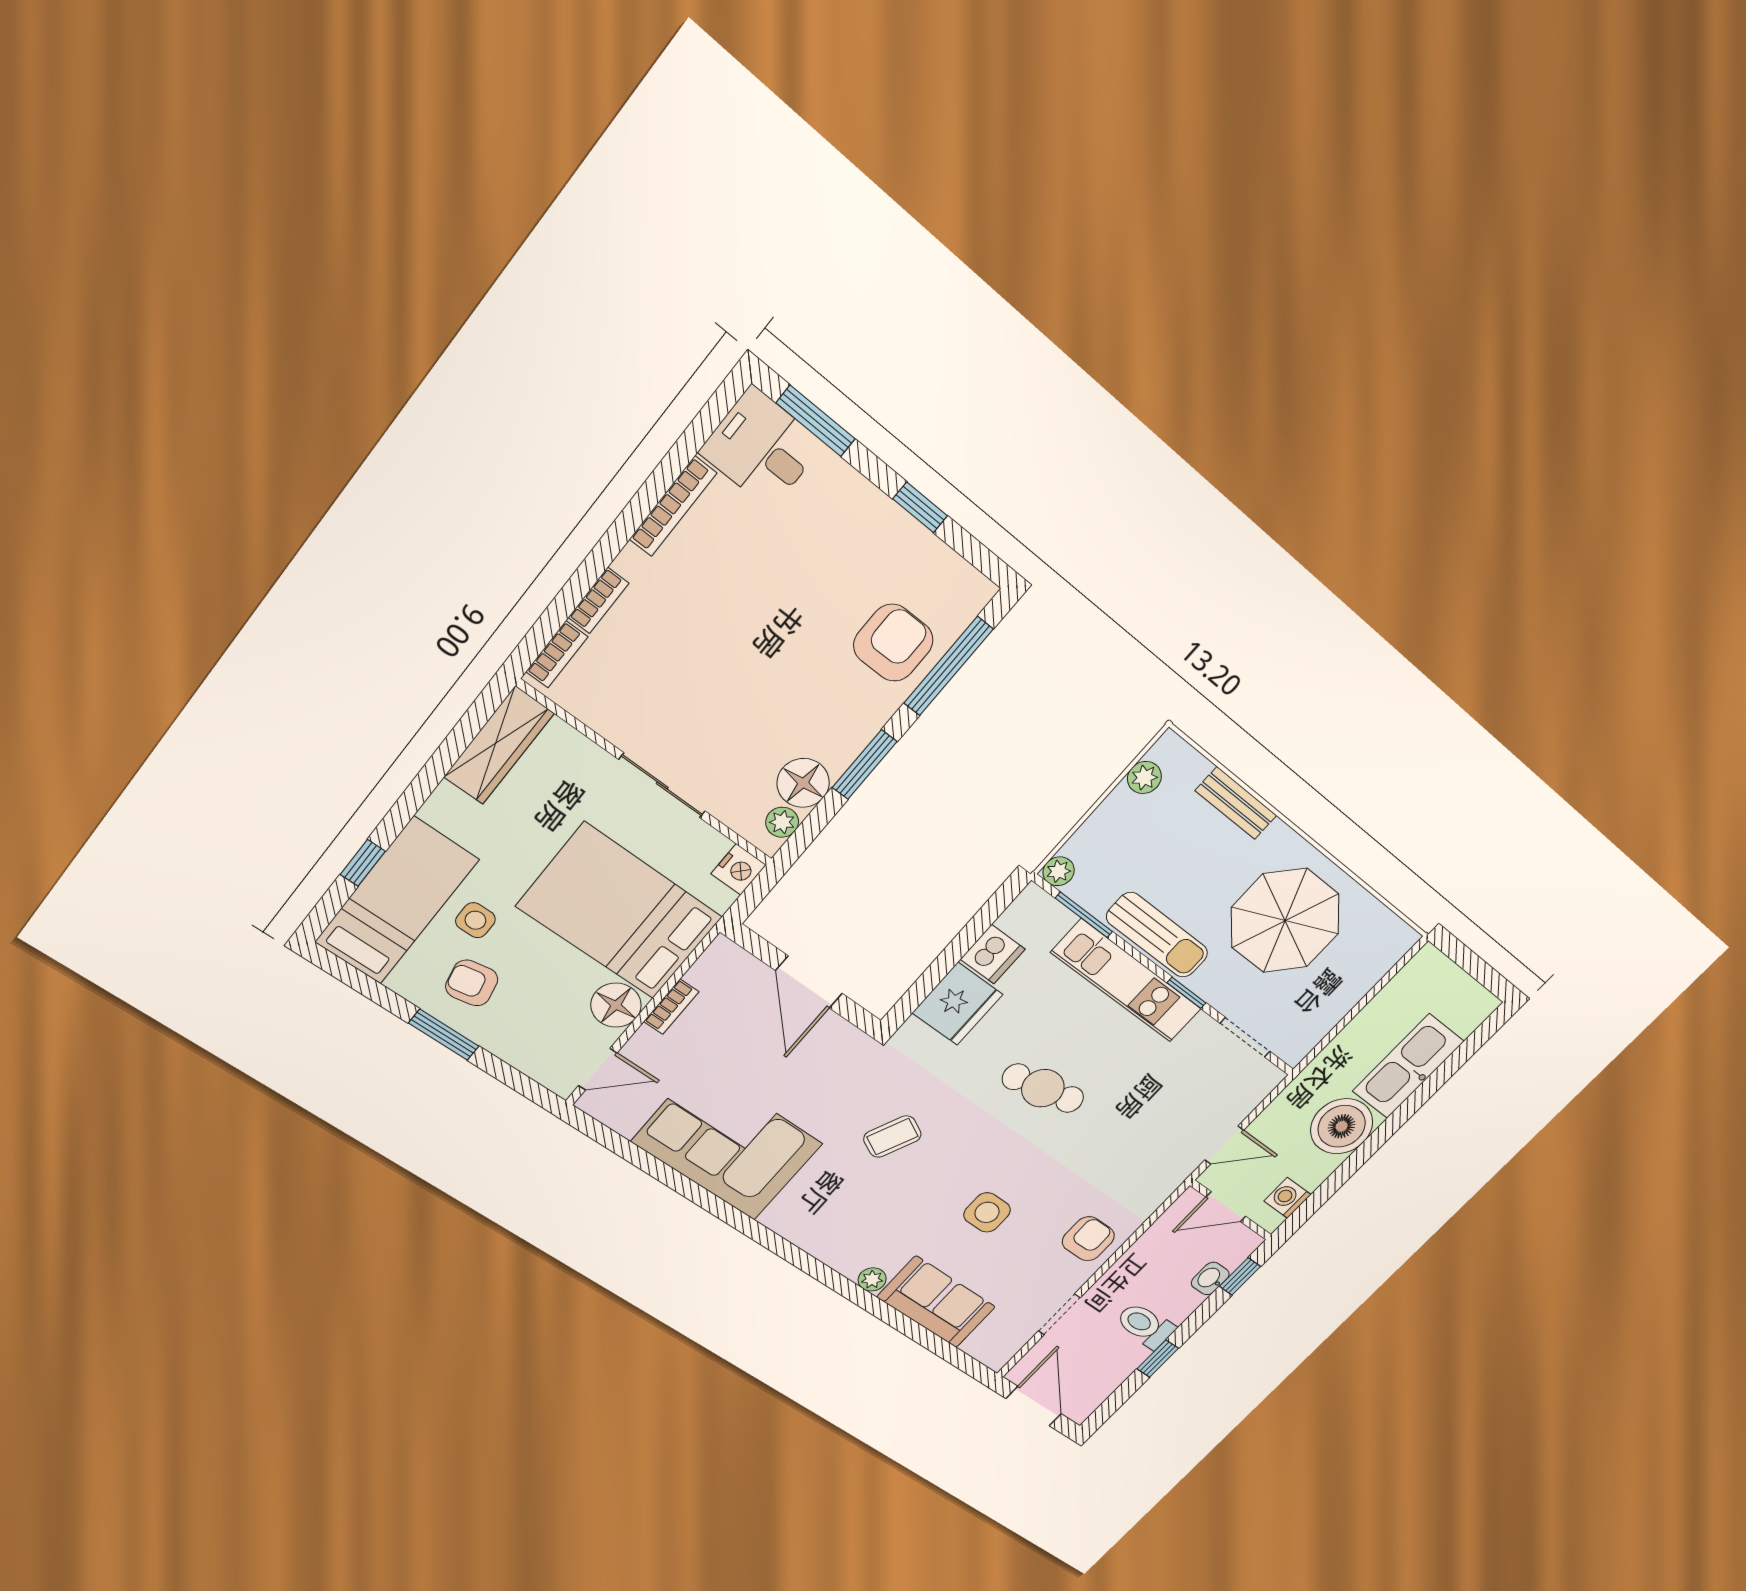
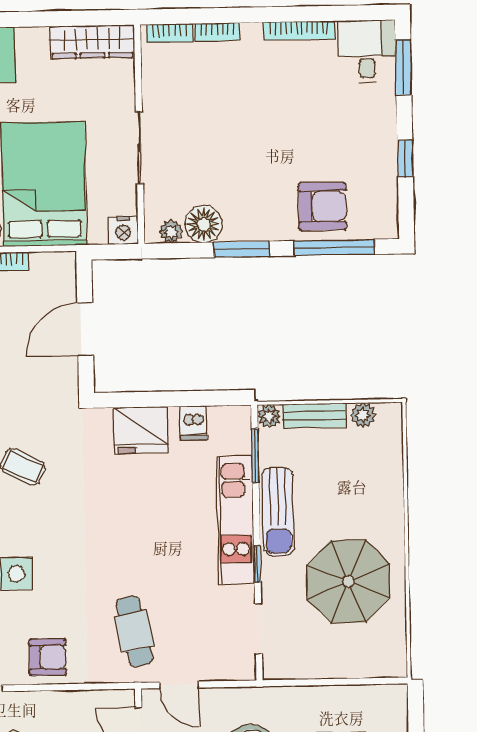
bench: (1236, 803) -> (315, 416), moved, turned 90
dishwasher: (993, 954) -> (193, 423), width x0.73
cafe table: (1043, 1088) -> (134, 631), moved

